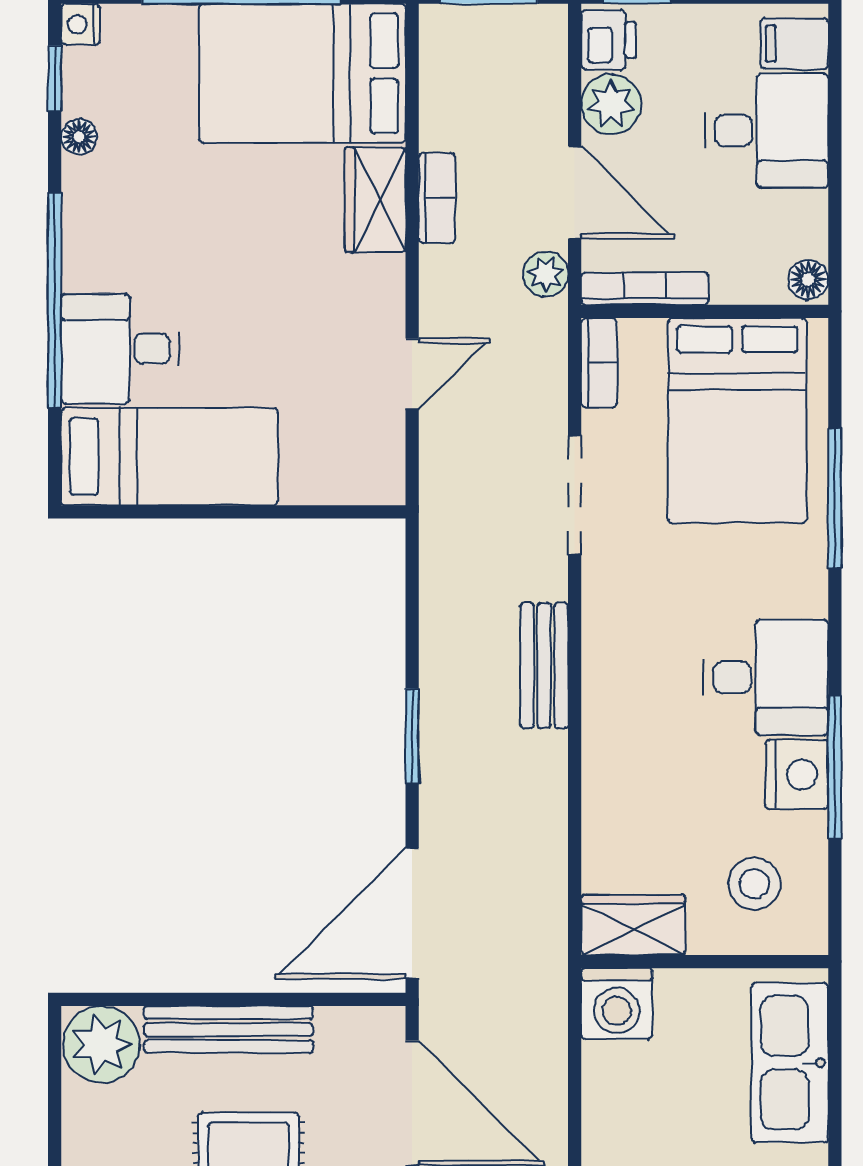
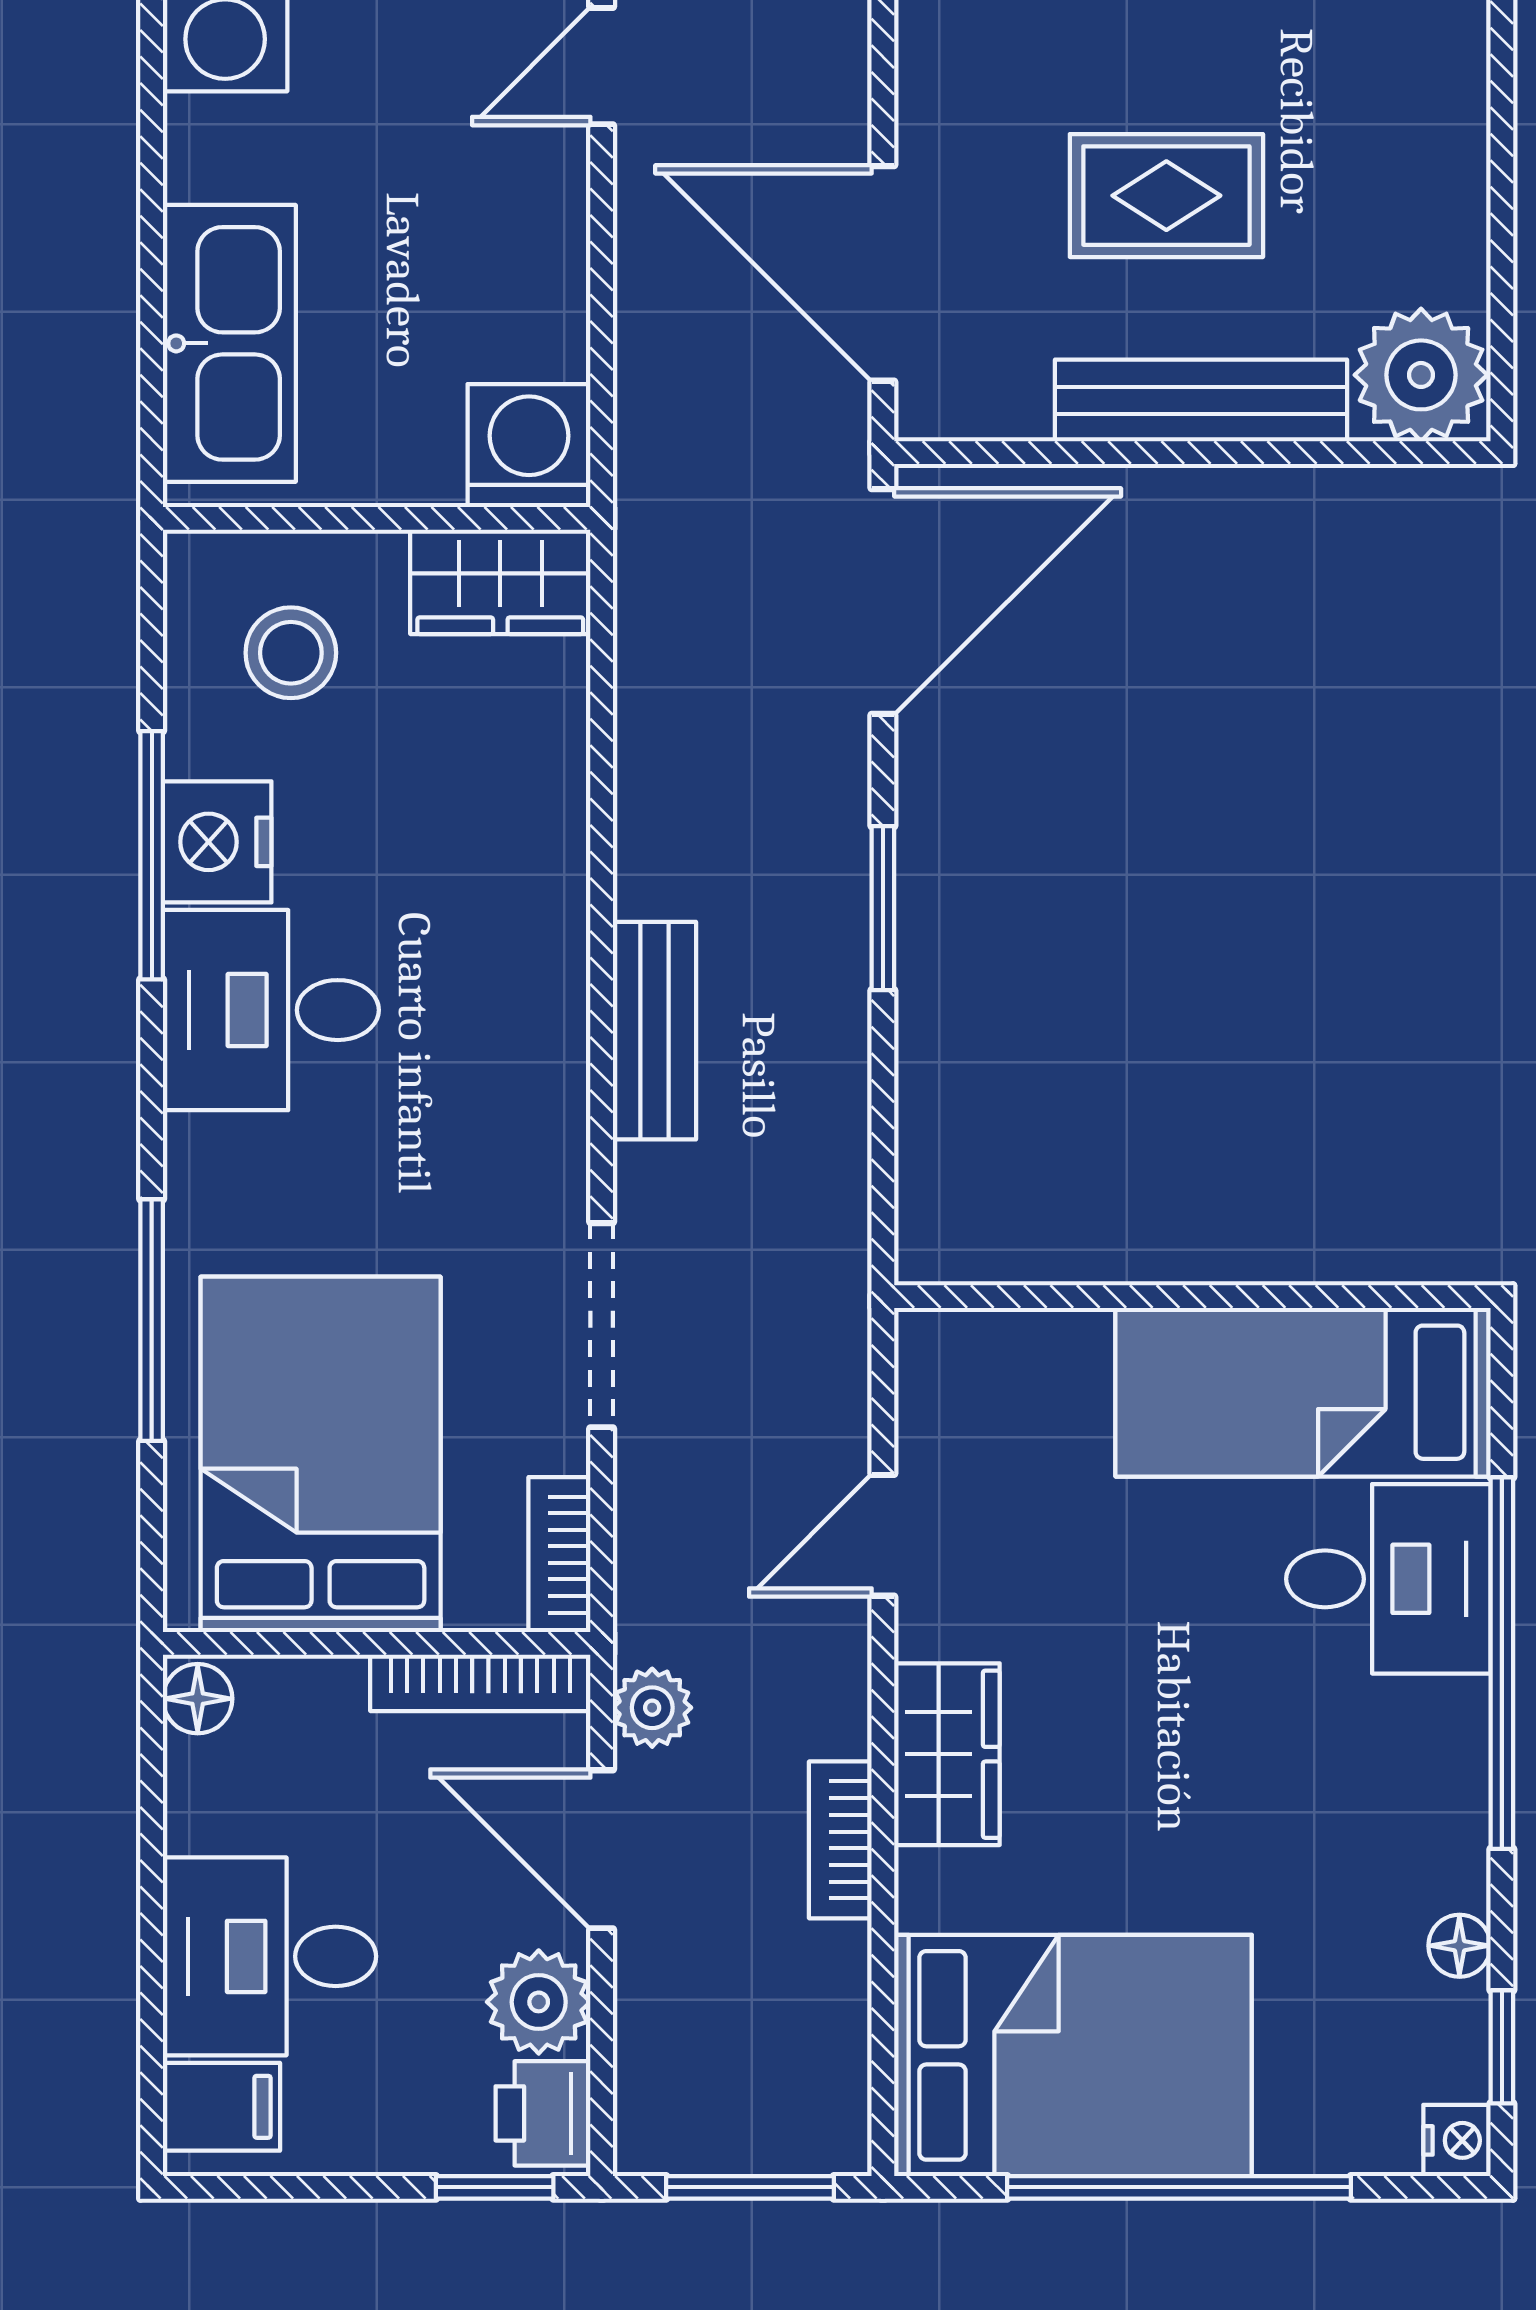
wardrobe: (375, 200) -> (947, 1754), moved

